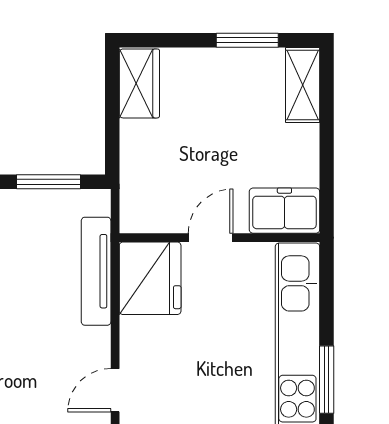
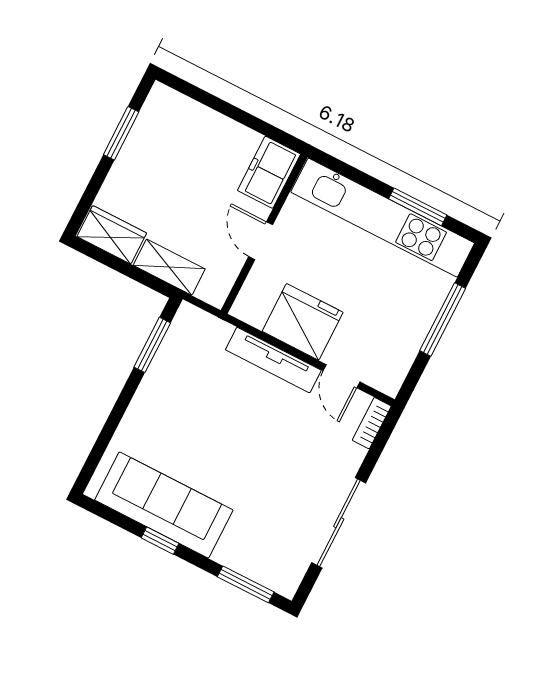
shelving: (303, 85) -> (169, 267), moved
tv unit: (96, 271) -> (273, 360), moved
fridge: (150, 278) -> (303, 322), moved

